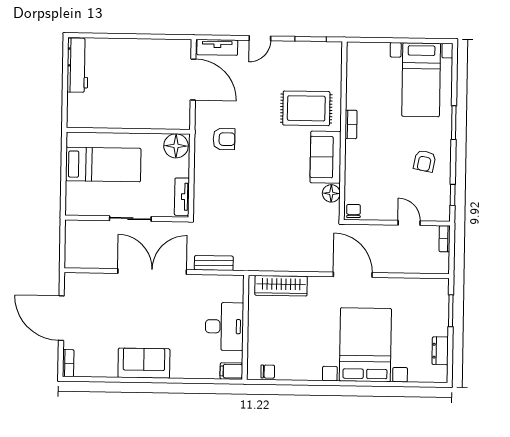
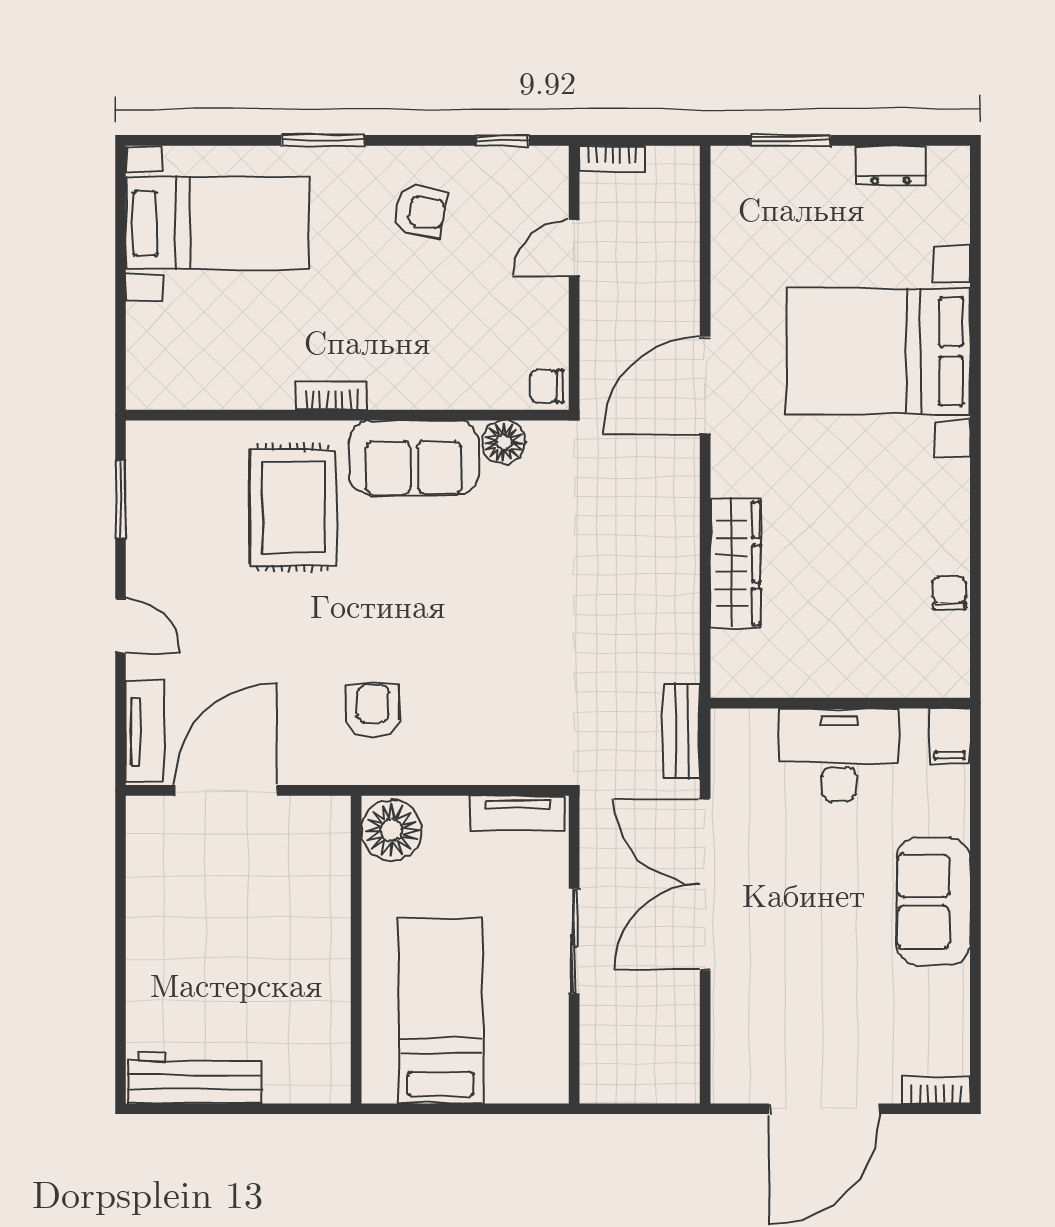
desk: (224, 326) -> (839, 755), moved
wall: (245, 327) -> (840, 703), moved
filing cabinet: (231, 371) -> (950, 736), moved

